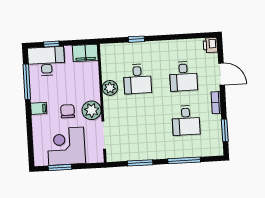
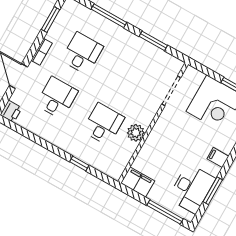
window: (51, 44) -> (165, 212), width x2.17
desk: (46, 61) -> (192, 188), moved, turned -90
window: (27, 82) -> (213, 191), width x0.69
plant: (92, 110) -> (168, 122), removed
chair: (68, 111) -> (191, 137), removed

